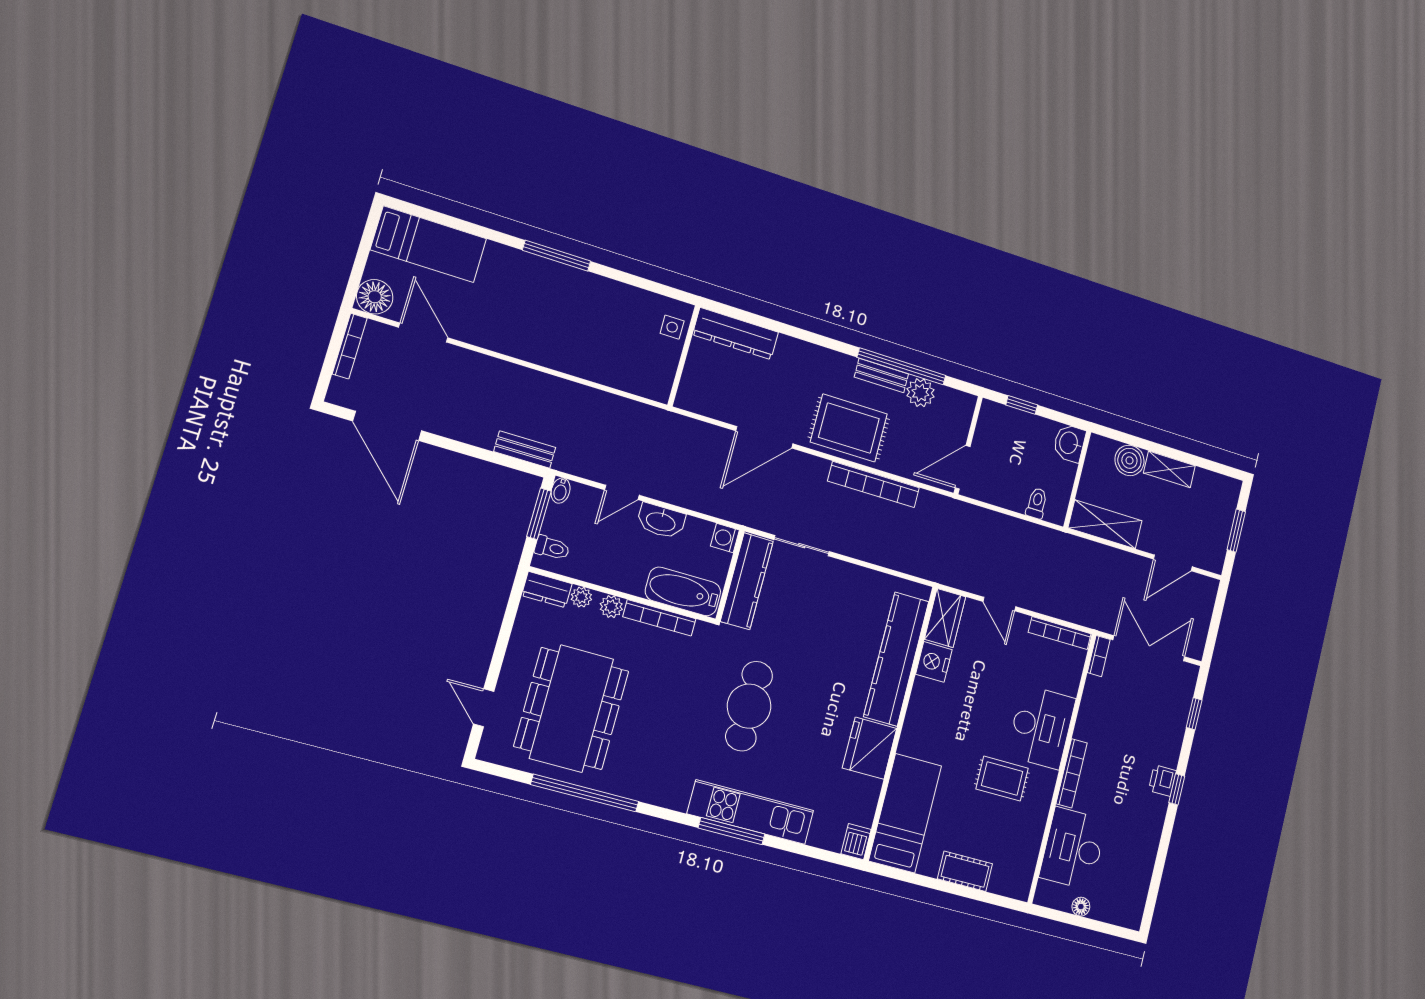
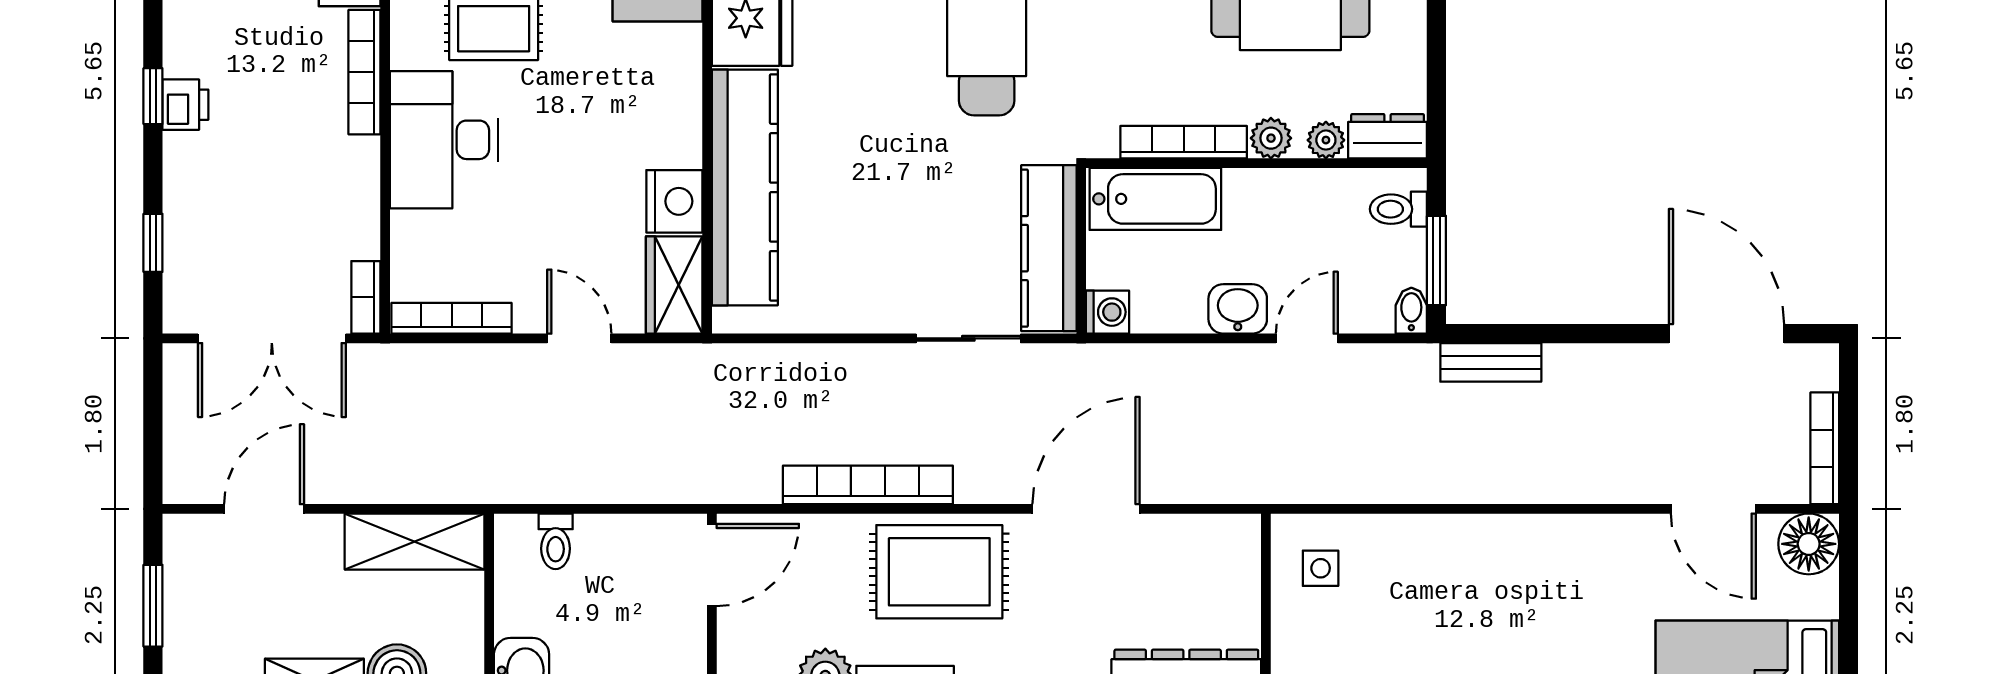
side table: (672, 327) -> (1321, 568), moved
washbasin: (661, 521) -> (1238, 309), width x0.72

